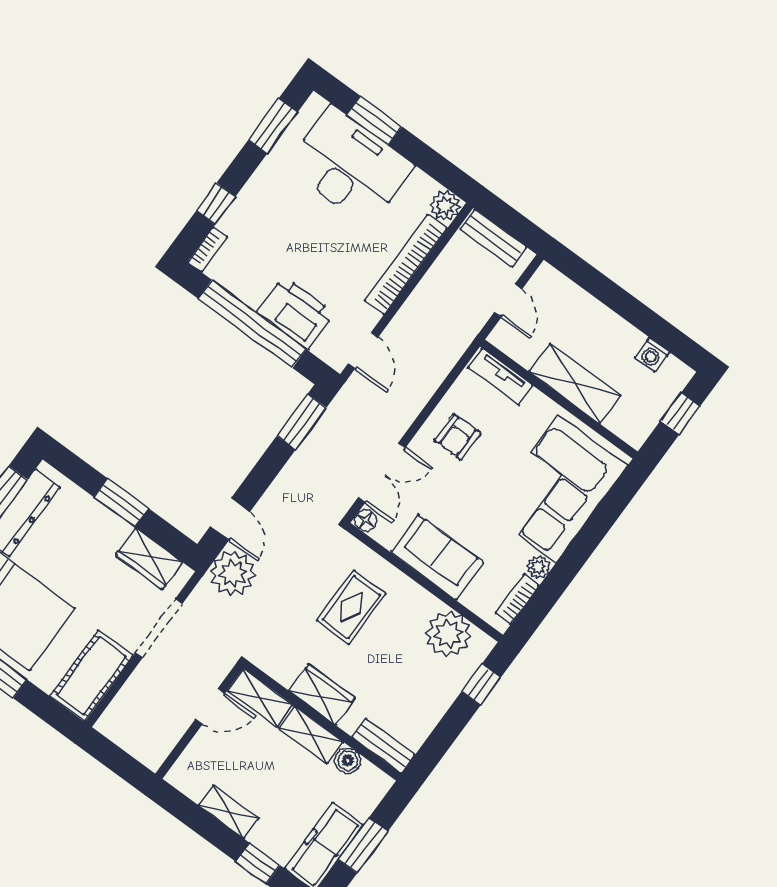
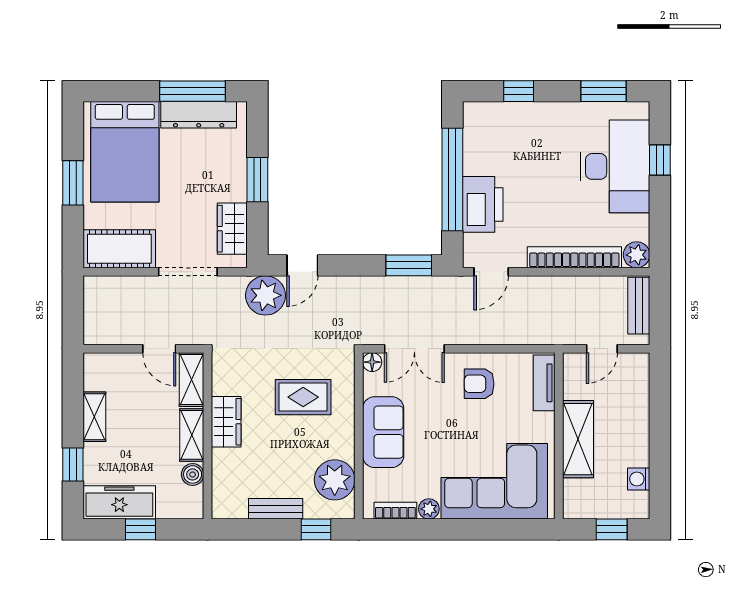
window: (374, 121) -> (660, 160), width x0.67
bookcase: (207, 250) -> (482, 109), removed
bench: (383, 746) -> (276, 509), moved, turned 90
window: (363, 845) -> (140, 529), width x0.67

